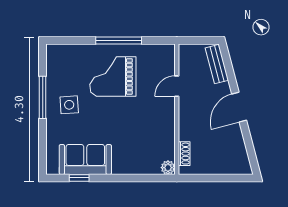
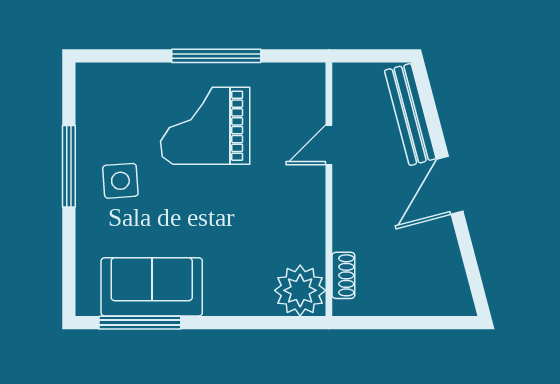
bench: (217, 64) -> (410, 115), width x1.36
plant: (168, 168) -> (300, 290), width x1.88, depth x1.88
window: (79, 178) -> (140, 323), width x2.17

